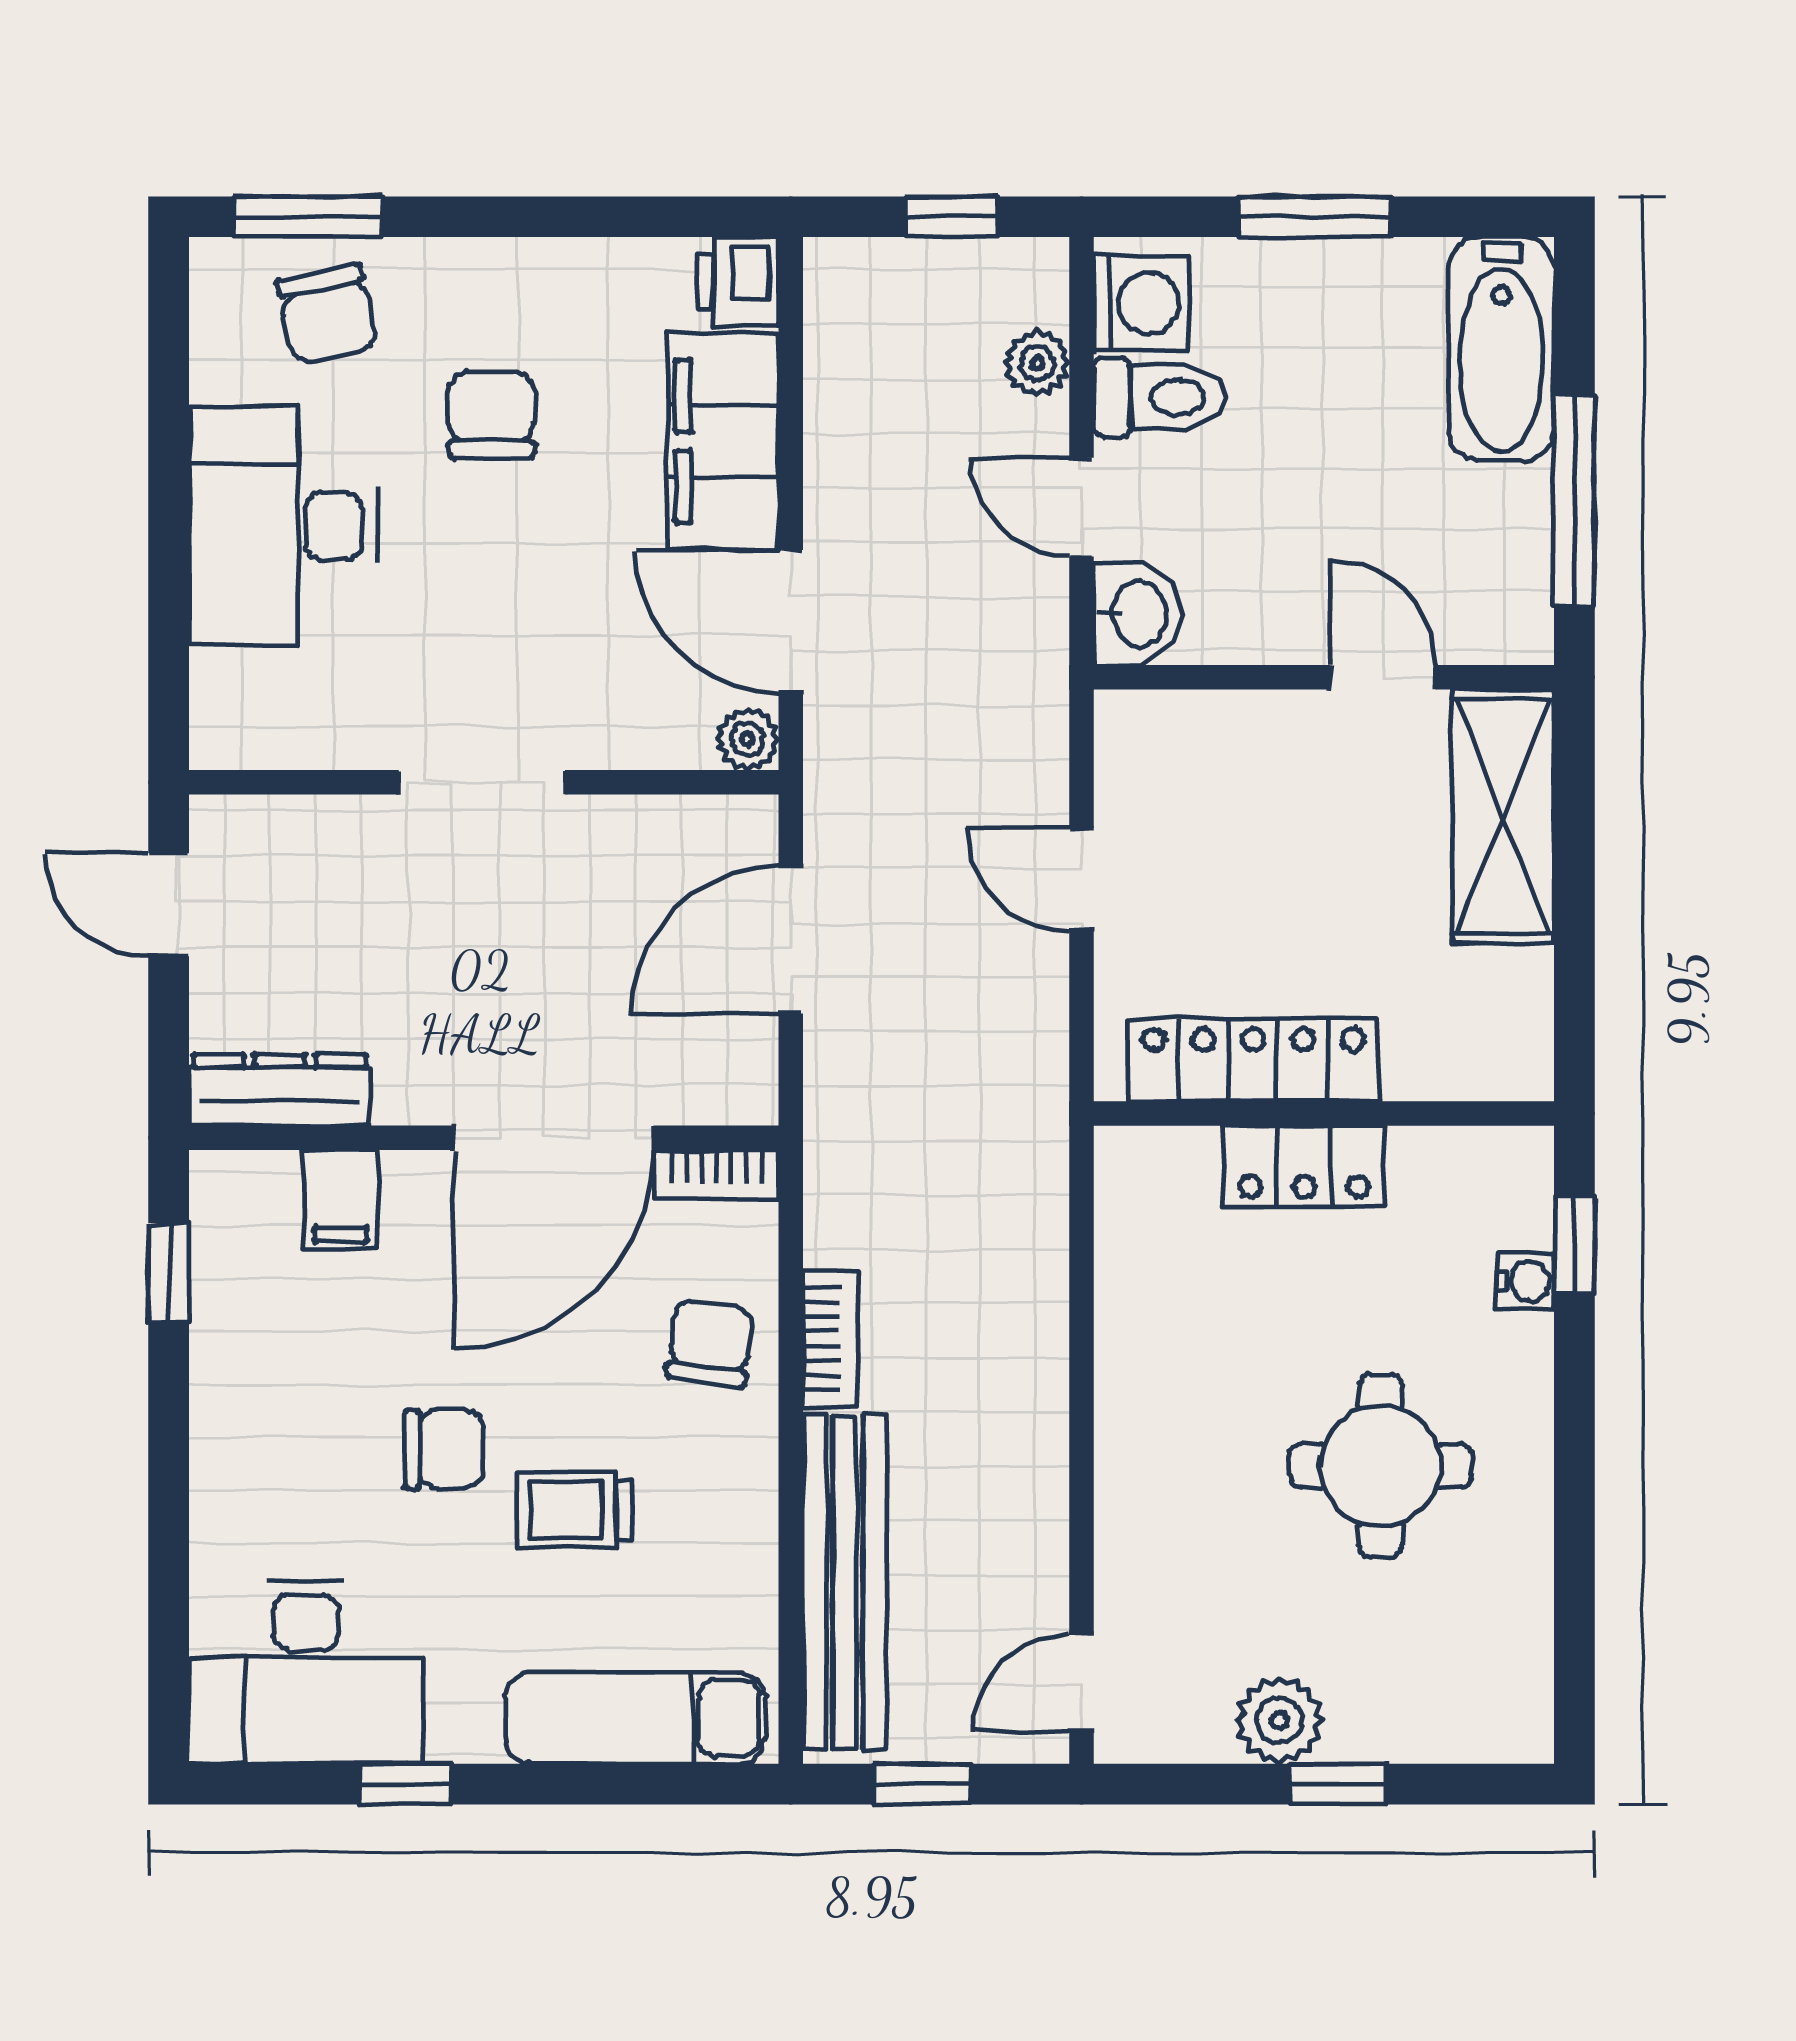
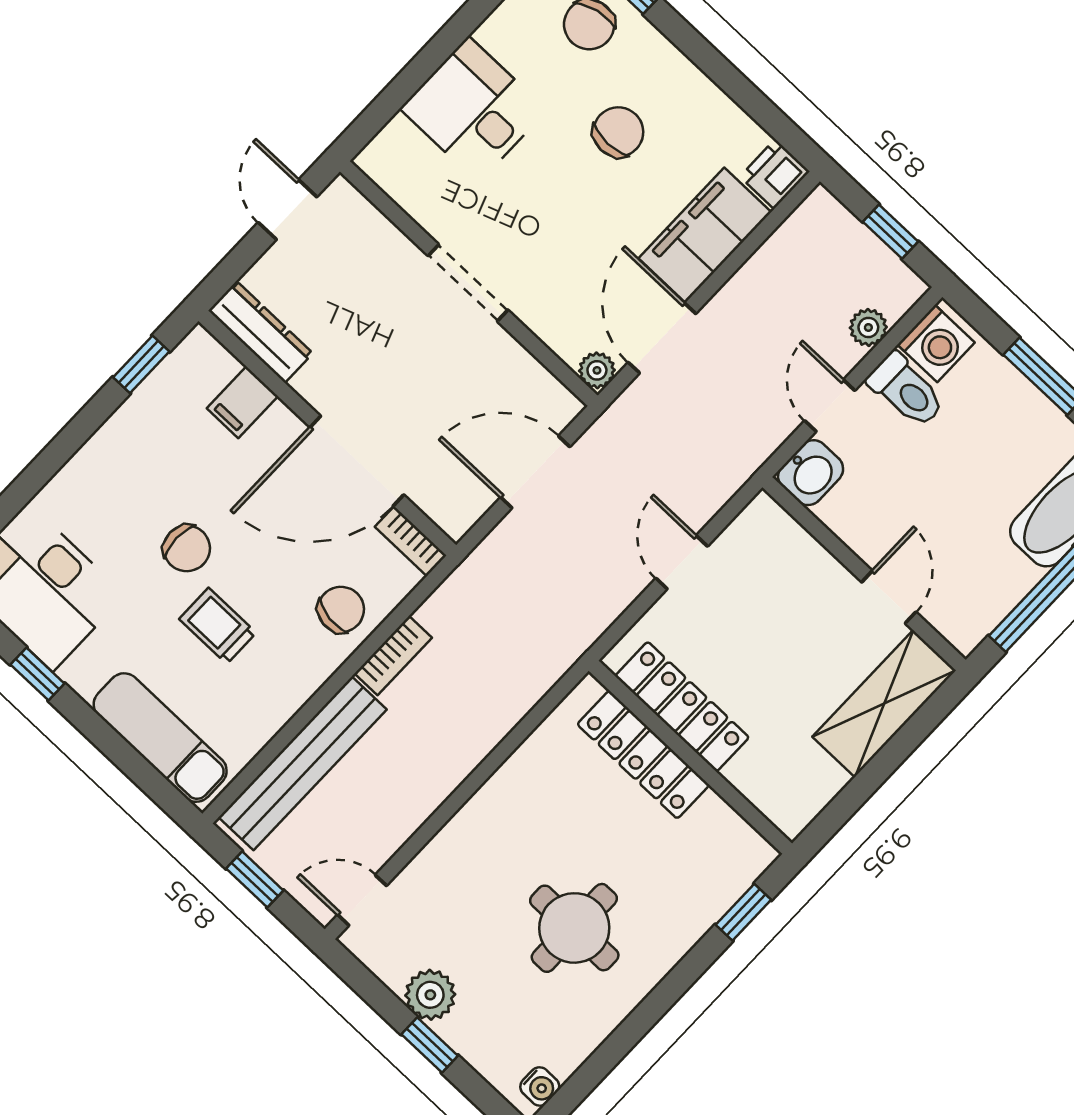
desk: (283, 526) -> (473, 109), width x0.73
locker: (1304, 1166) -> (643, 755), width x1.53
water cooler: (1526, 1281) -> (540, 1086), moved

